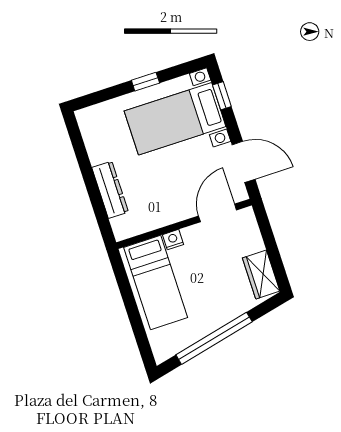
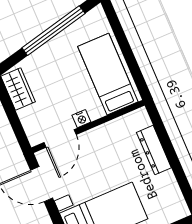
nightstand: (173, 240) -> (81, 119), moved

